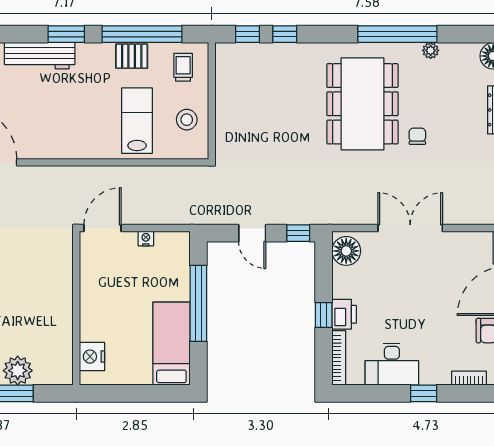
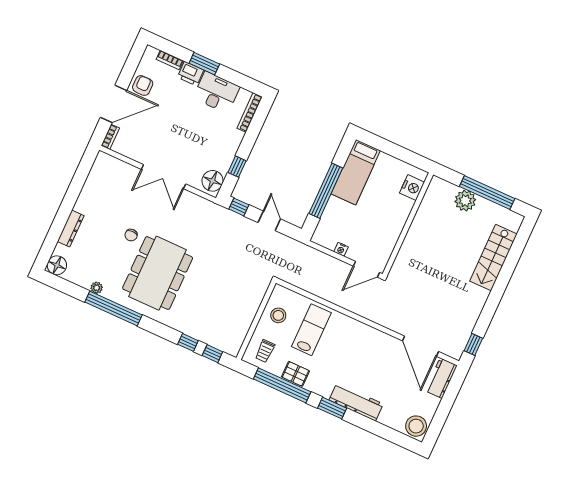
lab bench: (137, 121) -> (311, 330), turned 180
printer: (344, 314) -> (191, 74), moved, turned -90
window: (324, 315) -> (237, 167), moved
window: (424, 393) -> (204, 64), width x1.50

